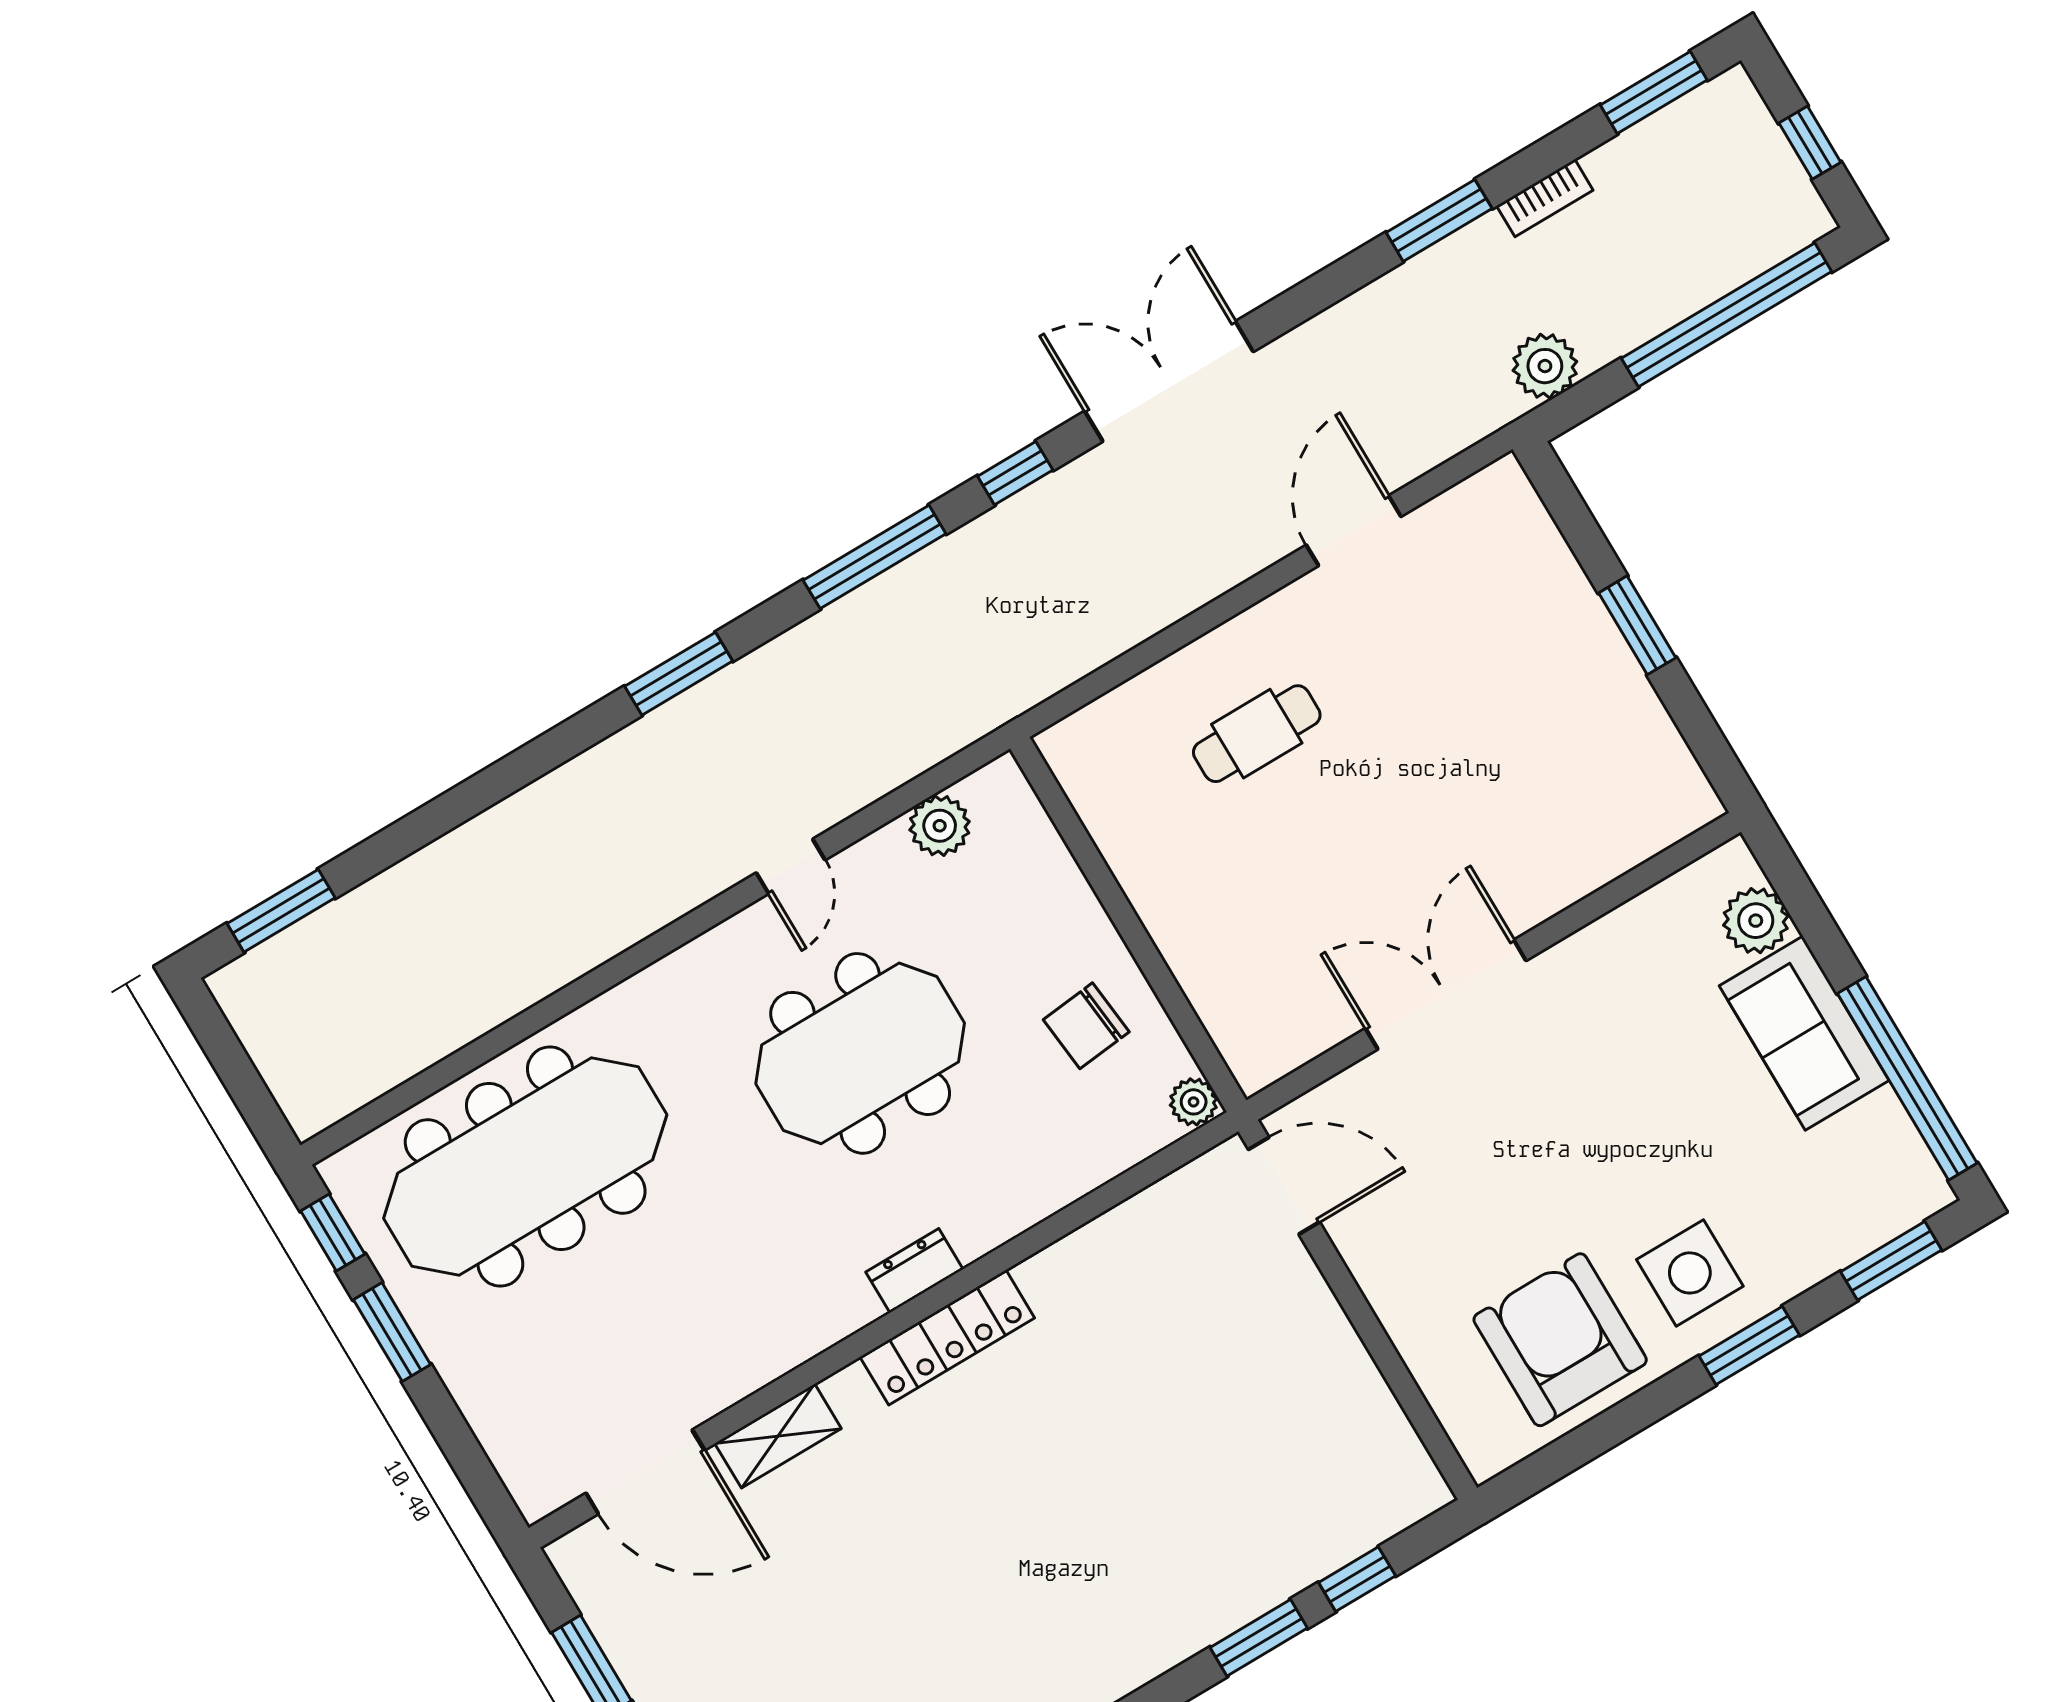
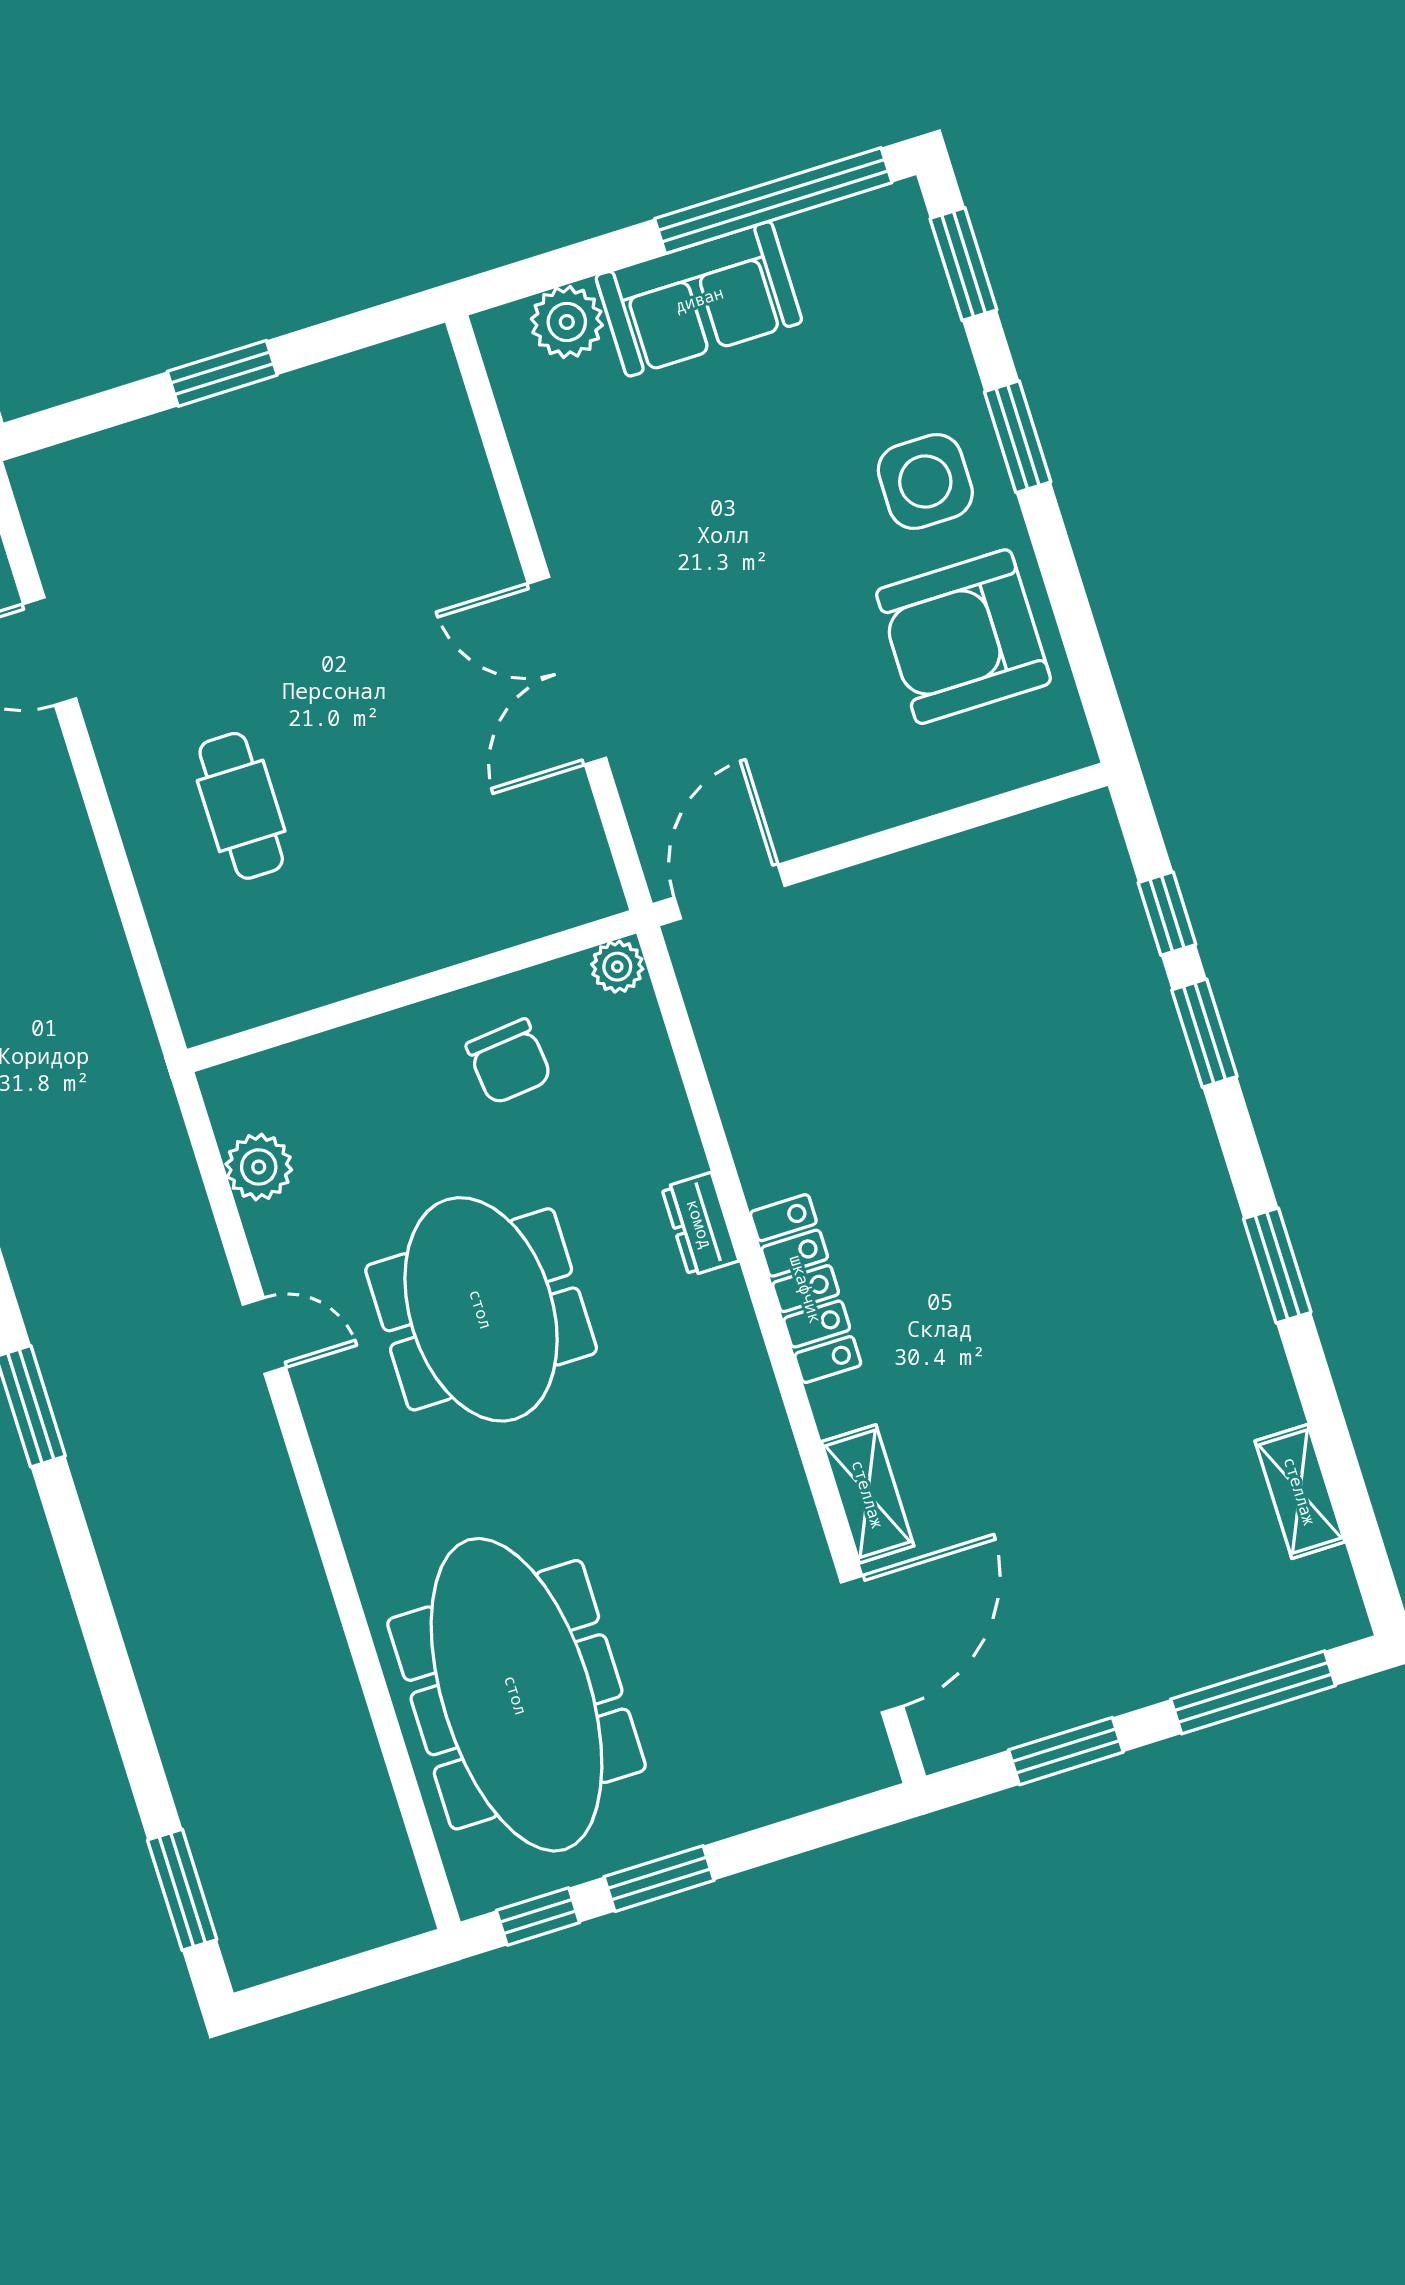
dresser: (914, 1271) -> (700, 1224), moved

